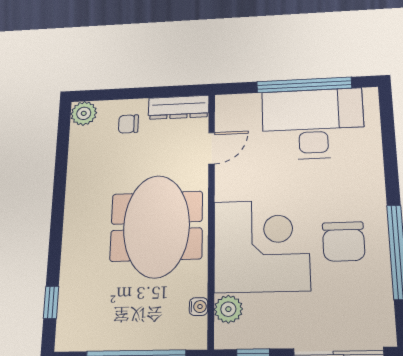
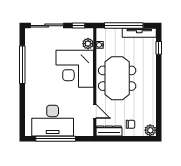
door: (212, 148) -> (95, 111), swing flipped
chair: (344, 241) -> (43, 69), removed
tv unit: (97, 339) -> (139, 33), added

